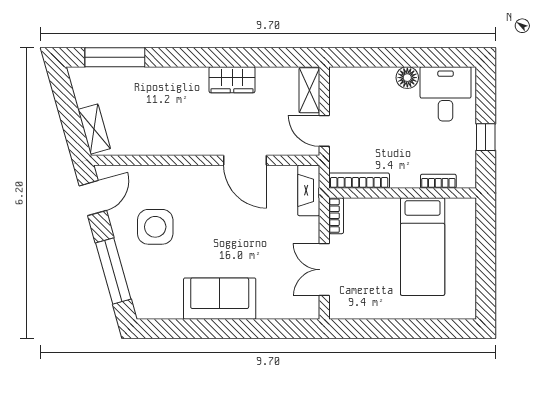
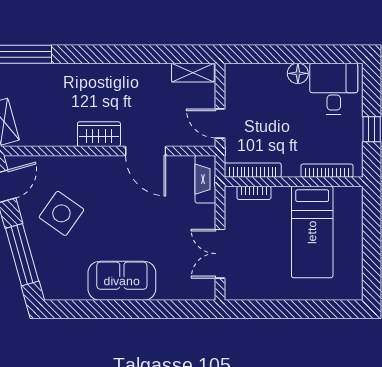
wardrobe: (232, 80) -> (99, 134), moved, turned 180
shelving: (309, 90) -> (193, 73), moved, turned 90
bookcase: (438, 181) -> (327, 171), width x1.56
bookcase: (336, 216) -> (254, 193), moved, turned 90
side table: (155, 227) -> (61, 213), turned 35

